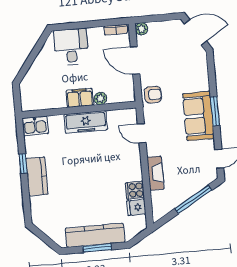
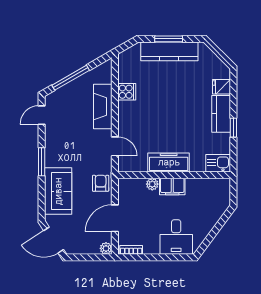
door: (135, 60) -> (115, 218), swing flipped
armchair: (153, 95) -> (101, 183), turned 90
sofa: (198, 116) -> (58, 191), moved
fireplace: (156, 173) -> (103, 106), width x1.37, depth x1.32
fridge: (136, 207) -> (222, 87), moved, turned 180

